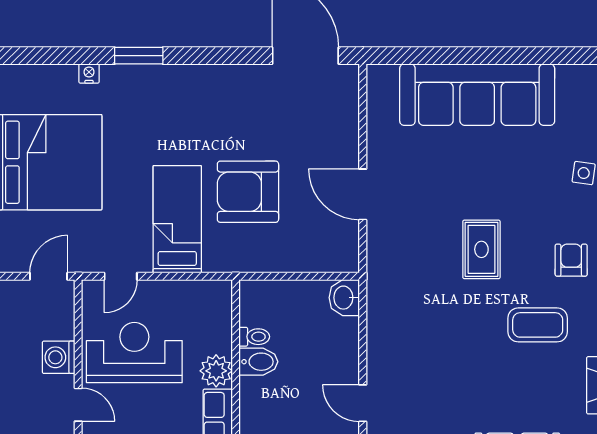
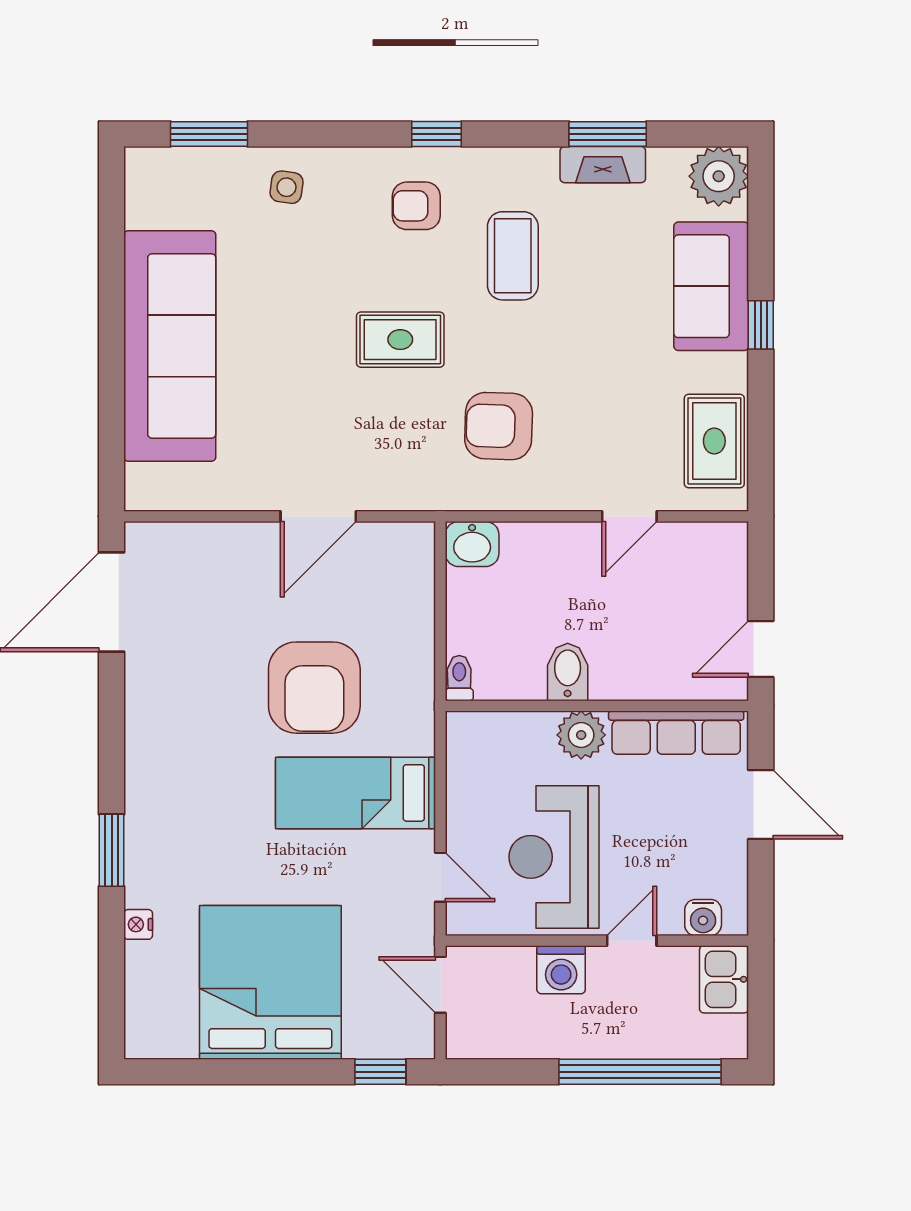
armchair: (423, 315) -> (499, 426), added
toilet: (254, 337) -> (459, 678), moved

